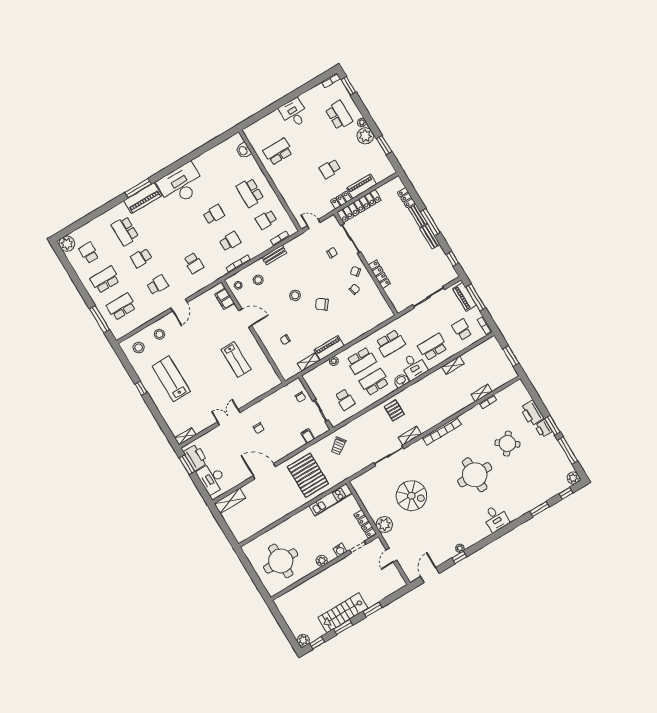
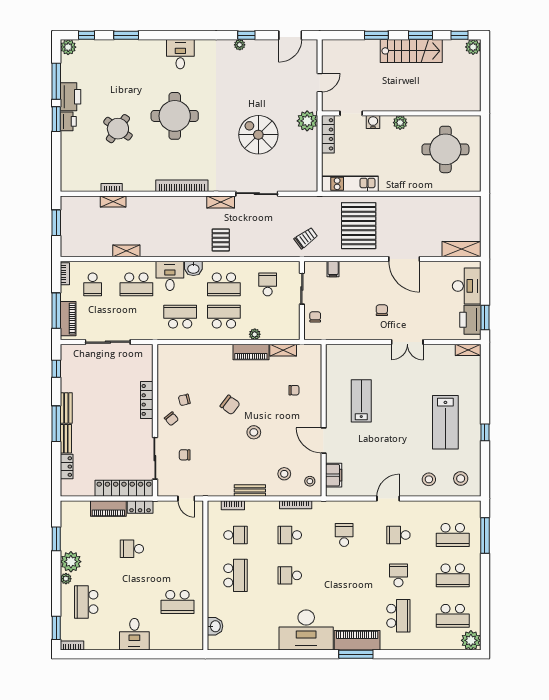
school desk: (330, 169) -> (132, 549), turned 180
school desk: (89, 253) -> (453, 616), width x1.85
school desk: (141, 258) -> (398, 575), turned -90
printer: (532, 413) -> (71, 97), moved

